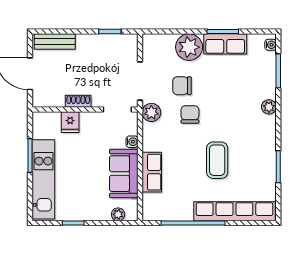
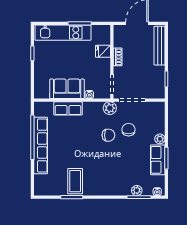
bench: (55, 41) -> (159, 46), width x1.36
plant: (189, 47) -> (160, 139), width x0.53, depth x0.53
plant: (269, 107) -> (137, 190), moved
coffee table: (217, 160) -> (75, 181), moved, turned 90
row of seats: (234, 211) -> (41, 146), moved
plant: (118, 214) -> (38, 85), removed

